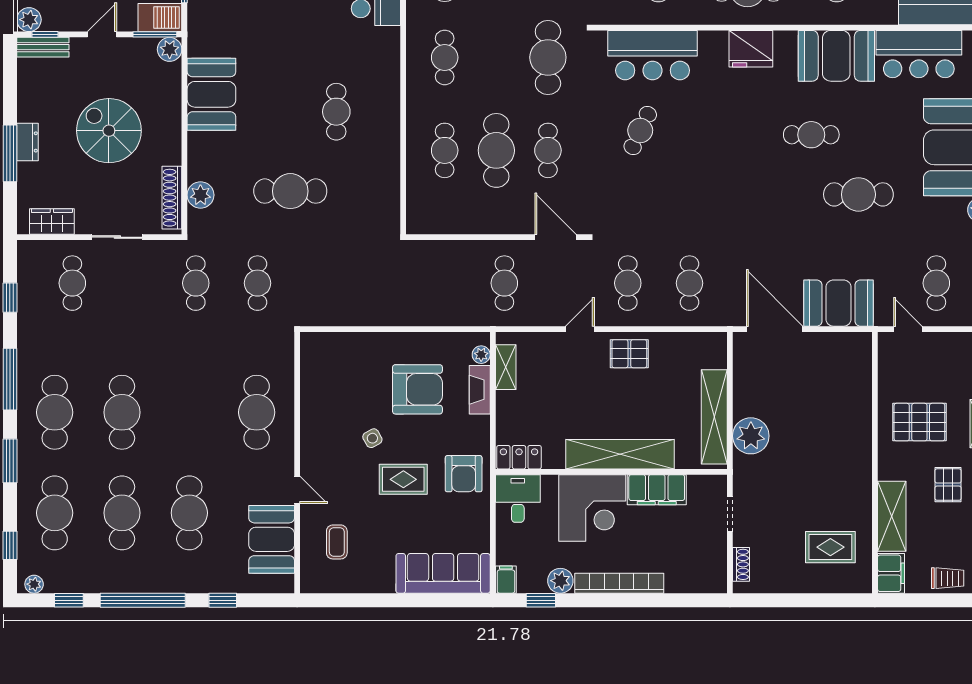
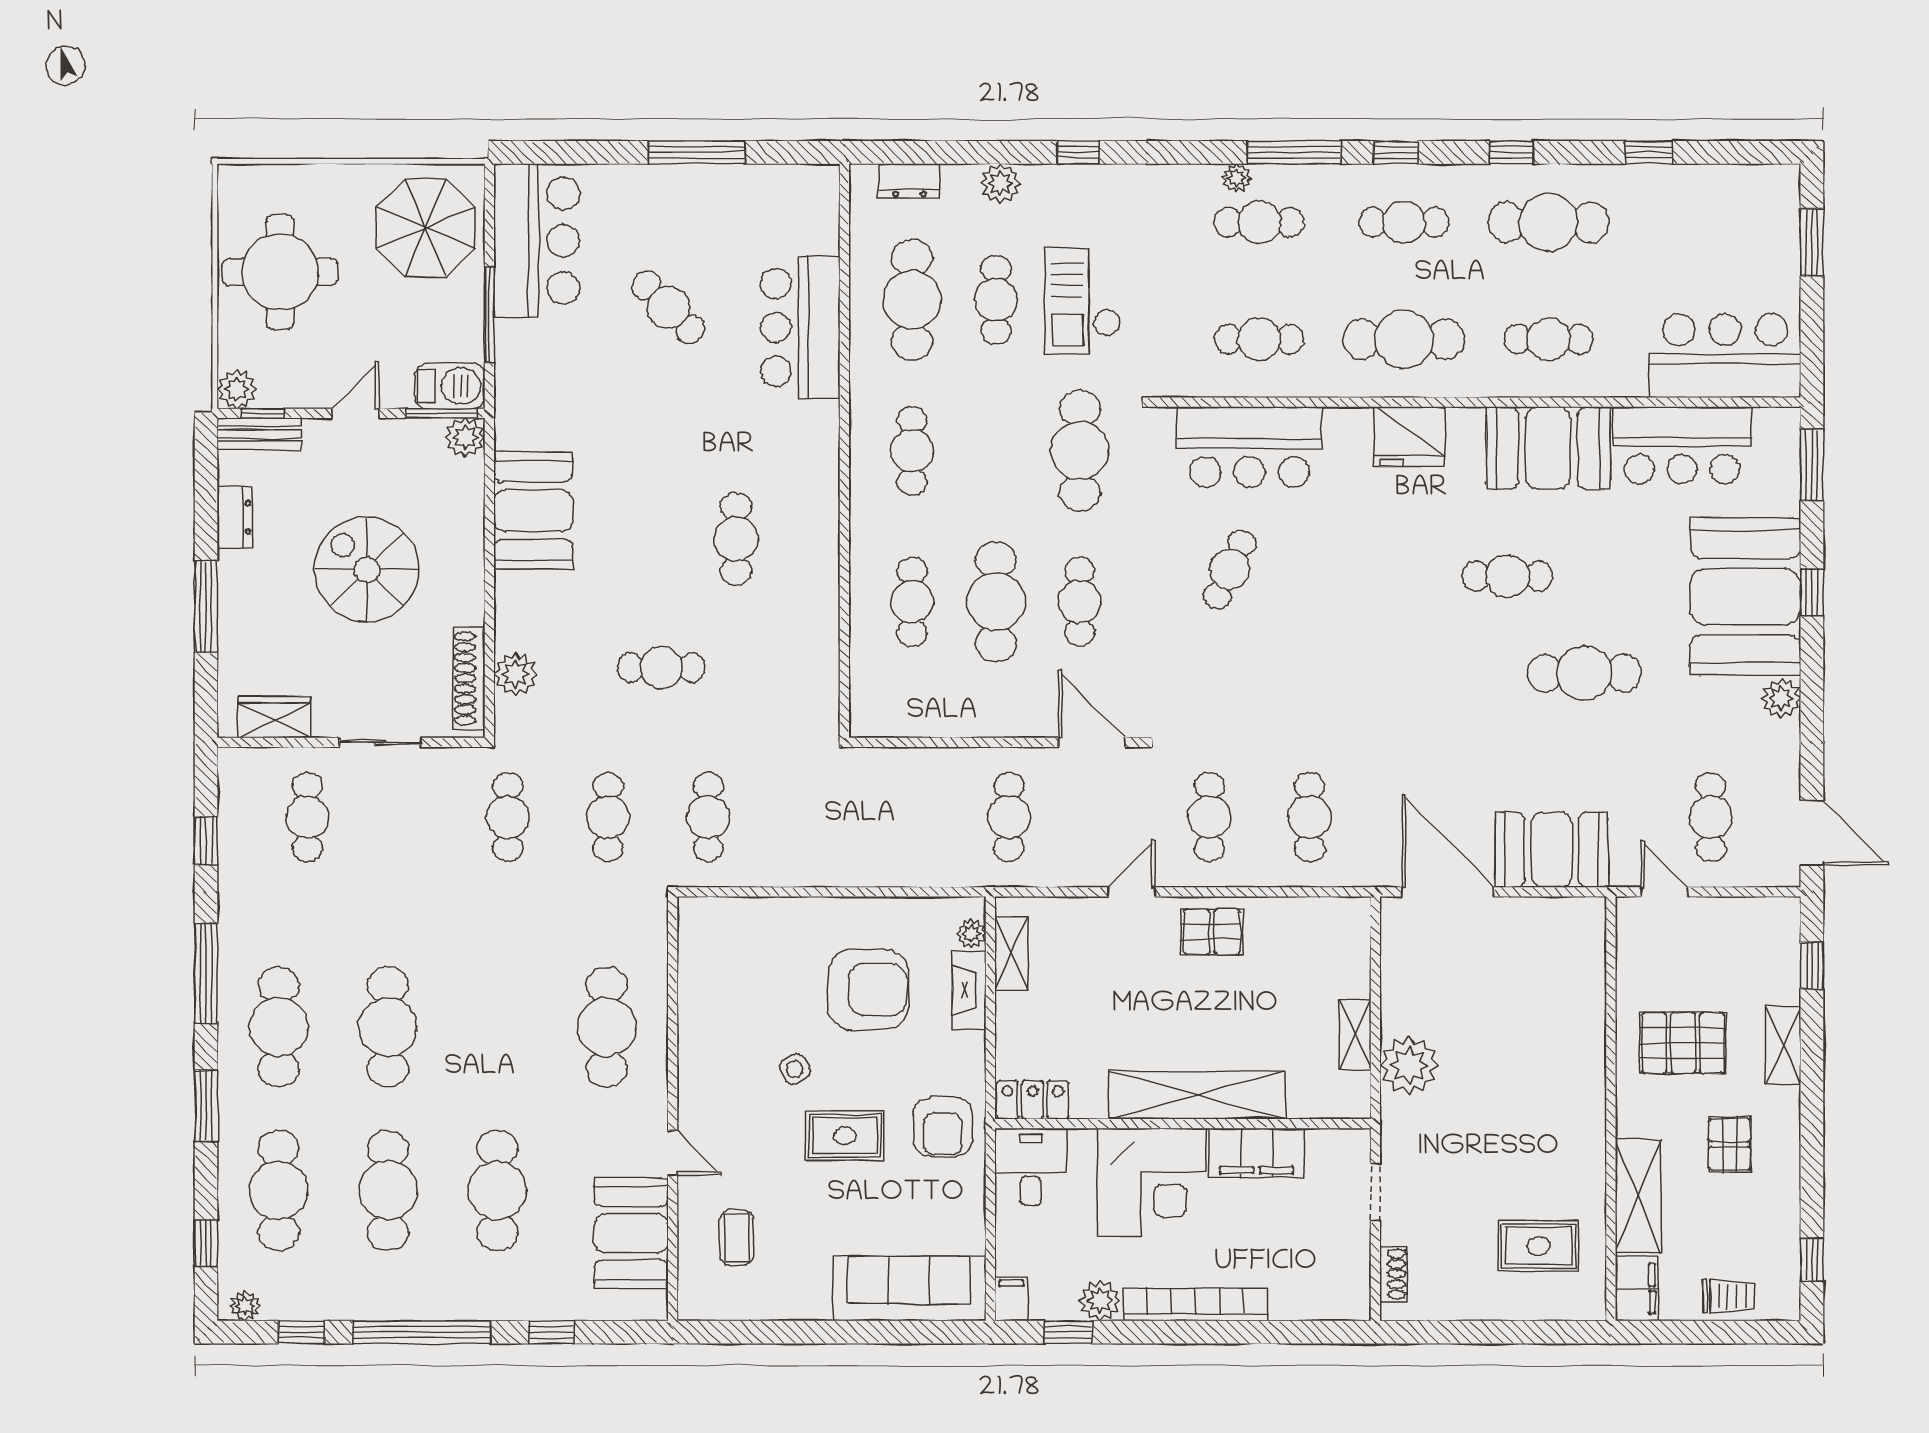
dresser: (27, 142) -> (234, 517), moved
cafe table: (290, 191) -> (661, 668), width x0.73, depth x0.74
cafe table: (319, 283) -> (708, 817), added
shelving: (714, 417) -> (1355, 1034), width x0.45, depth x0.75

